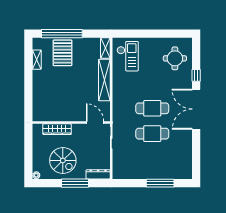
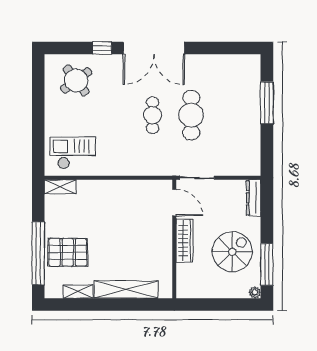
round table: (175, 58) -> (76, 80), turned -37
shelving: (104, 80) -> (126, 290), moved
cafe table: (152, 108) -> (153, 115), width x0.73, depth x0.74
door: (95, 123) -> (174, 203), swing flipped
wardrobe: (57, 129) -> (184, 241), moved
window: (75, 183) -> (267, 264), moved

